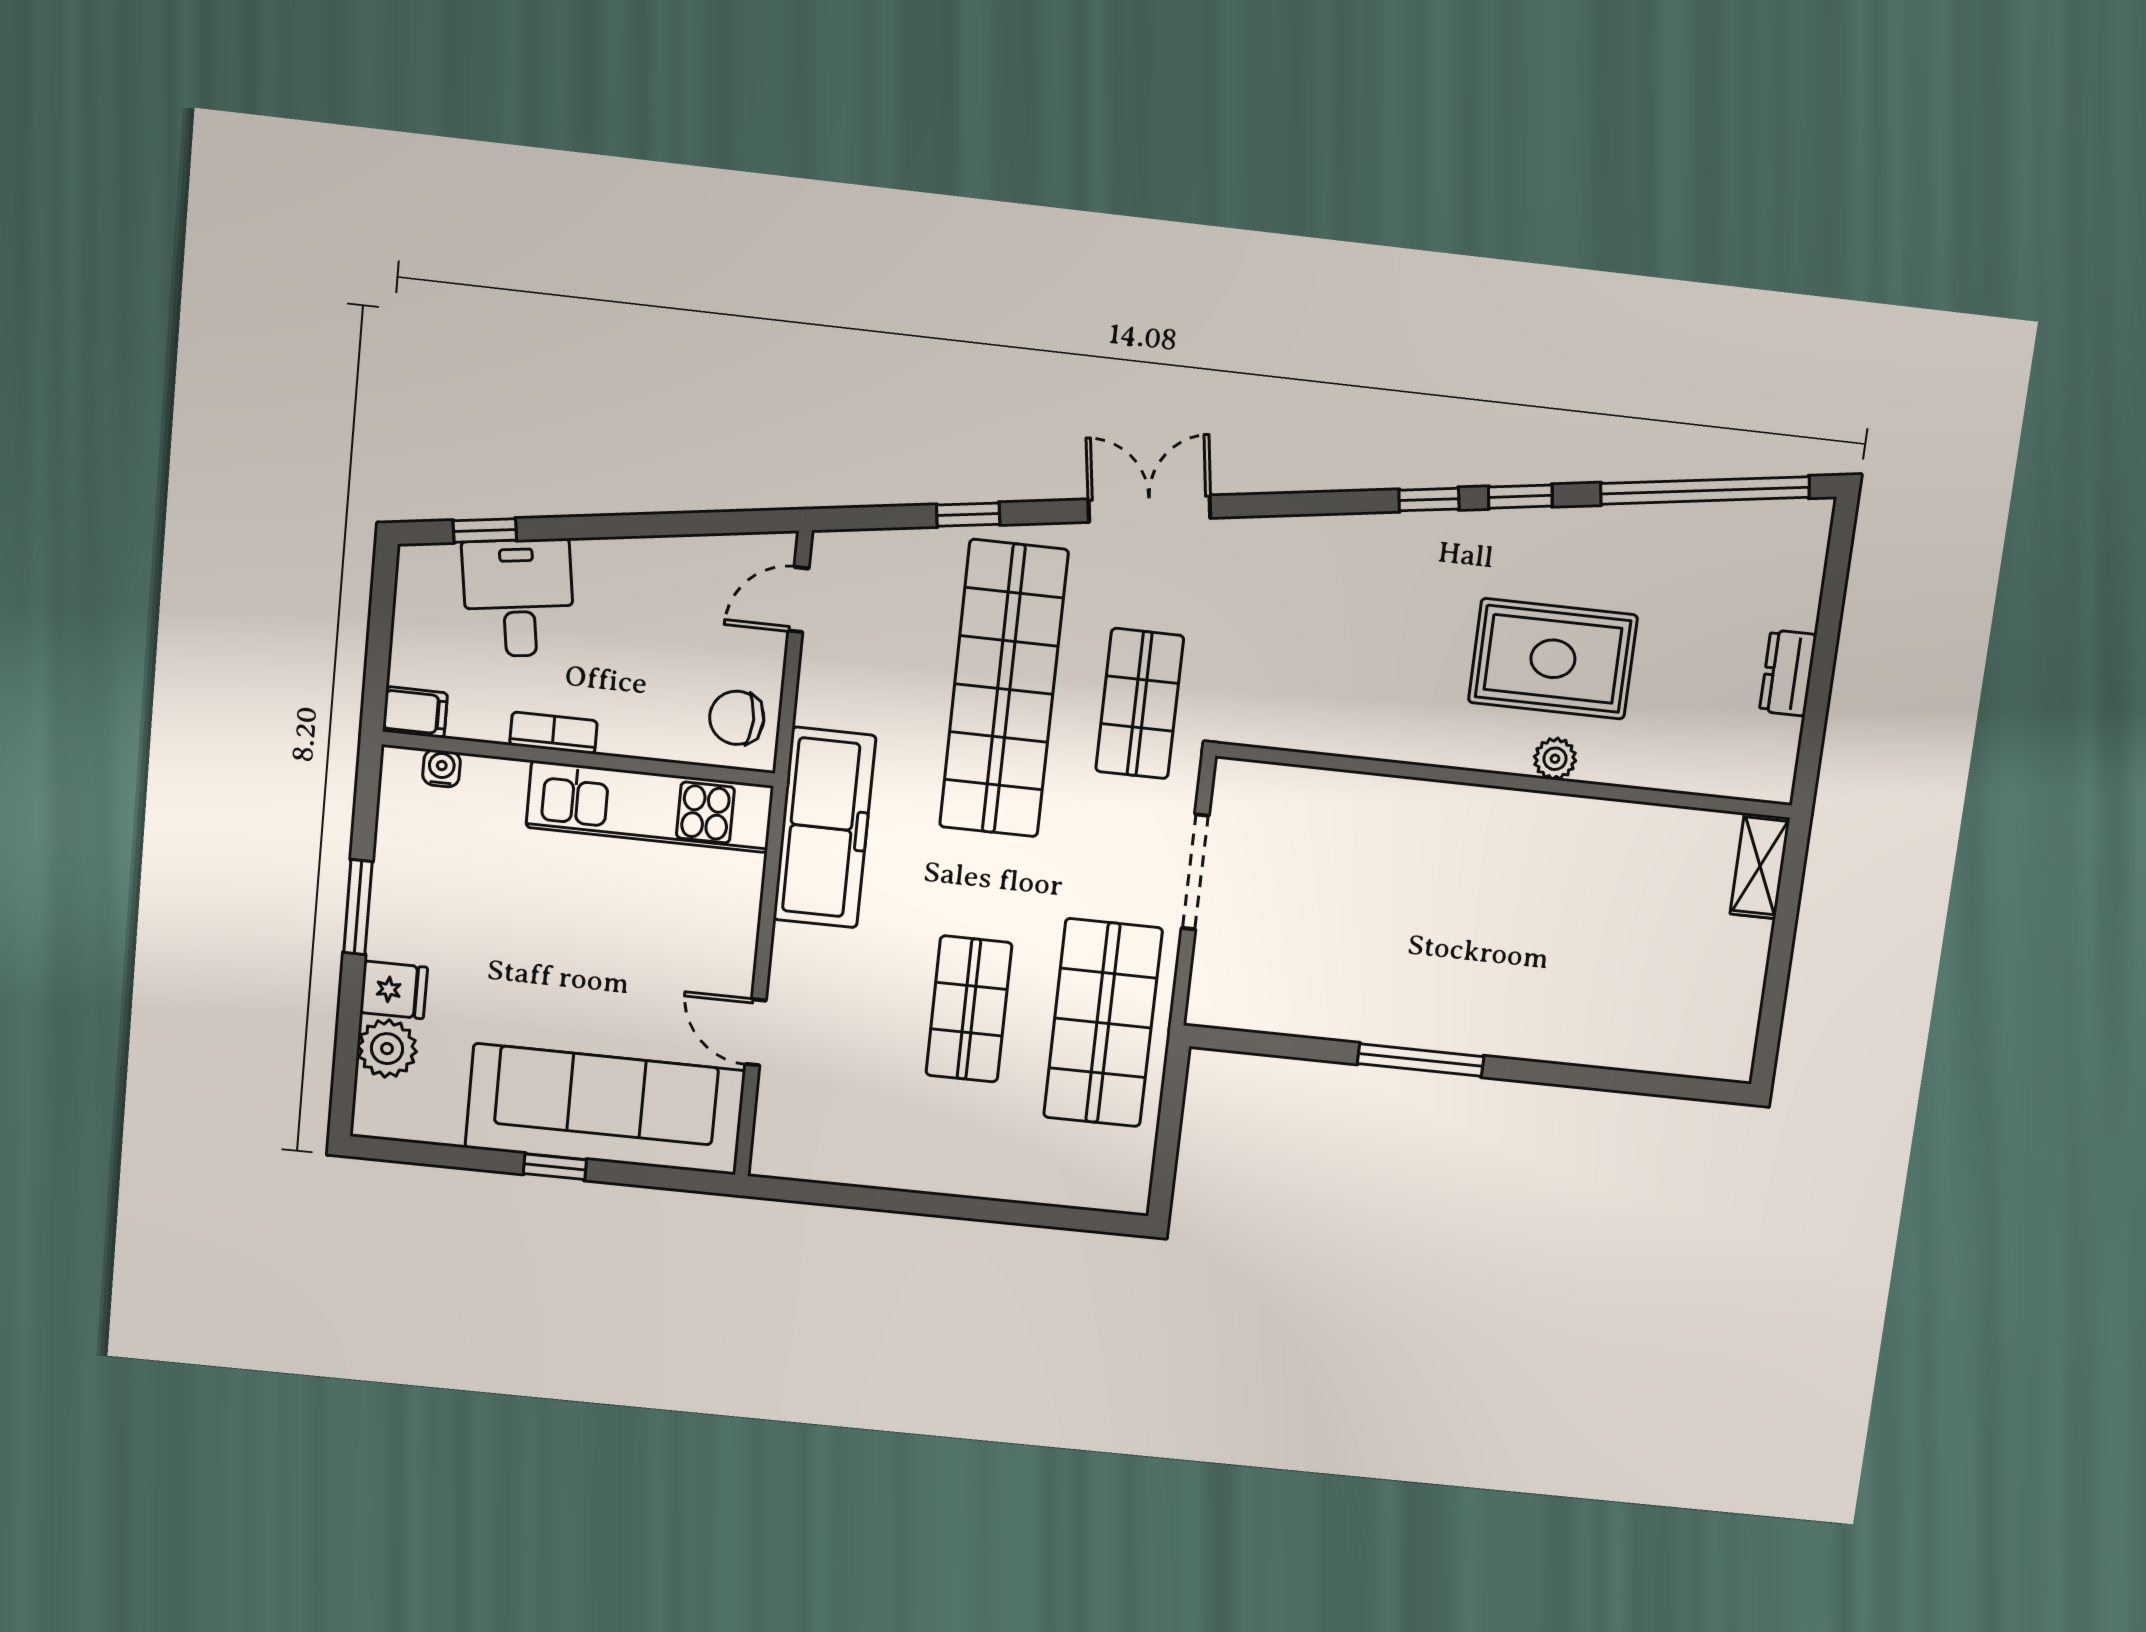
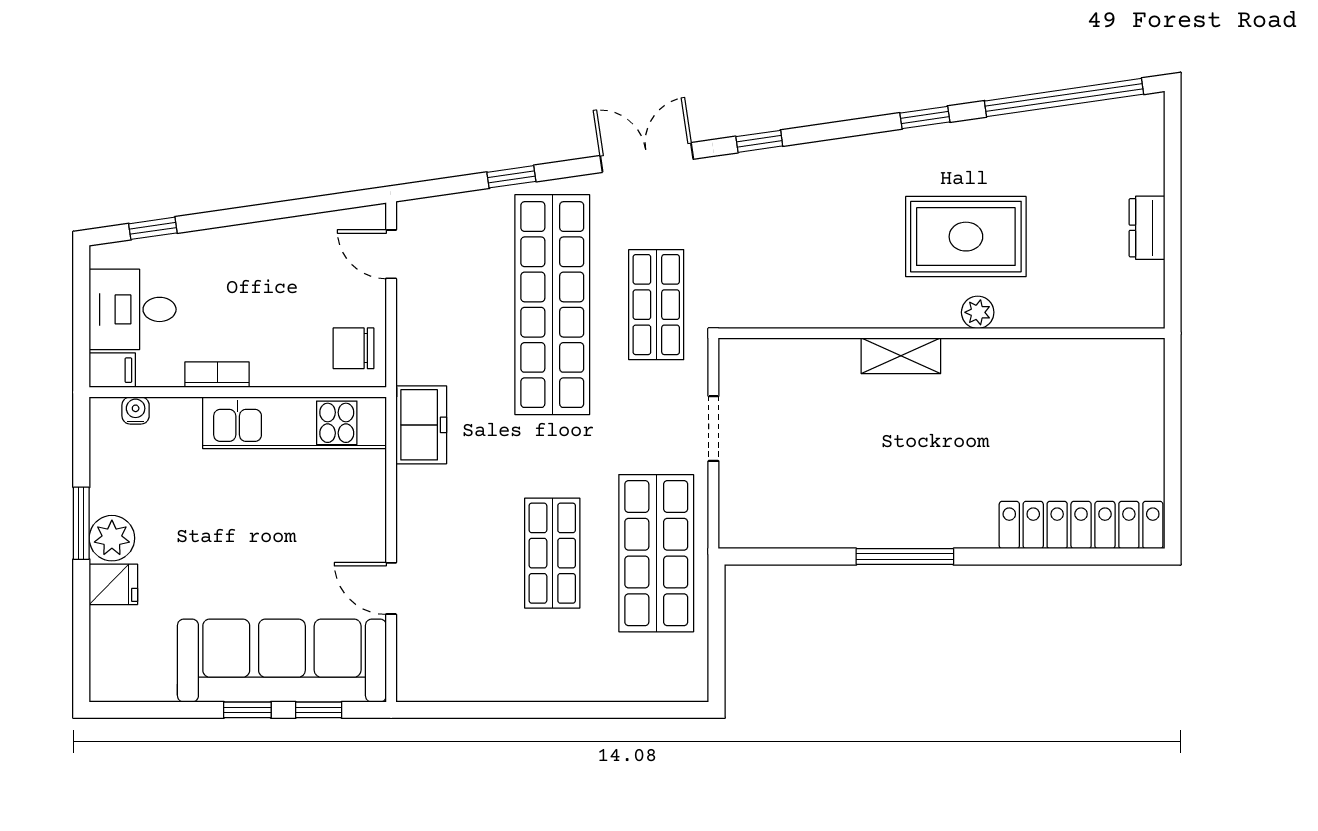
window: (1429, 500) -> (759, 141), moved
desk: (518, 598) -> (133, 309), moved, turned -82
door: (798, 600) -> (391, 254), hinge flipped
freezer: (824, 828) -> (421, 425), width x0.52, depth x0.79
shelving: (1760, 866) -> (901, 356), moved, turned 90
doorway: (1195, 872) -> (713, 429), width x0.73
locker: (1650, 1044) -> (1081, 525), added
plant: (387, 1049) -> (112, 538), moved
window: (647, 1176) -> (319, 710), added

